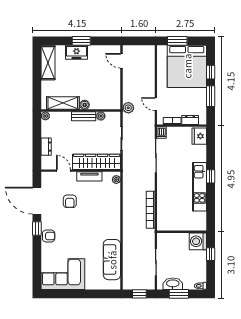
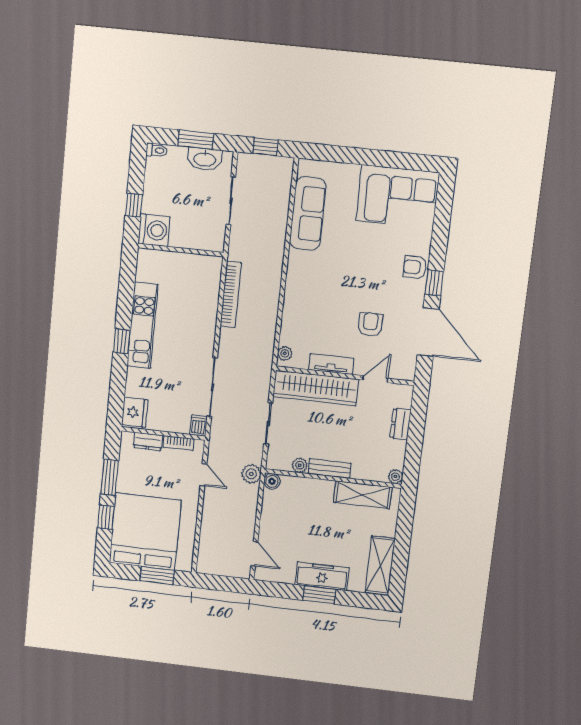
freezer: (76, 52) -> (322, 576), width x1.40
boiler: (85, 105) -> (272, 481), moved
door: (63, 171) -> (375, 379), swing flipped

